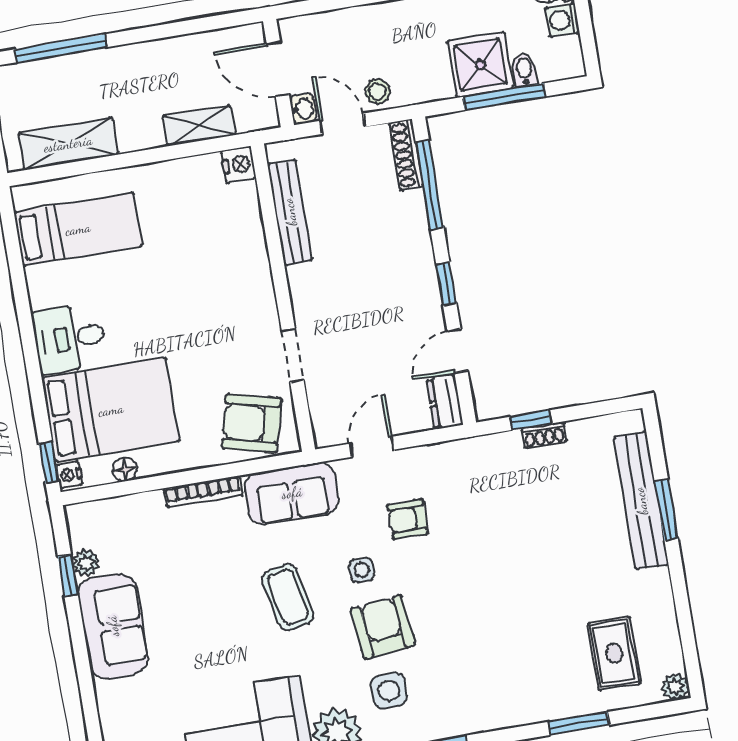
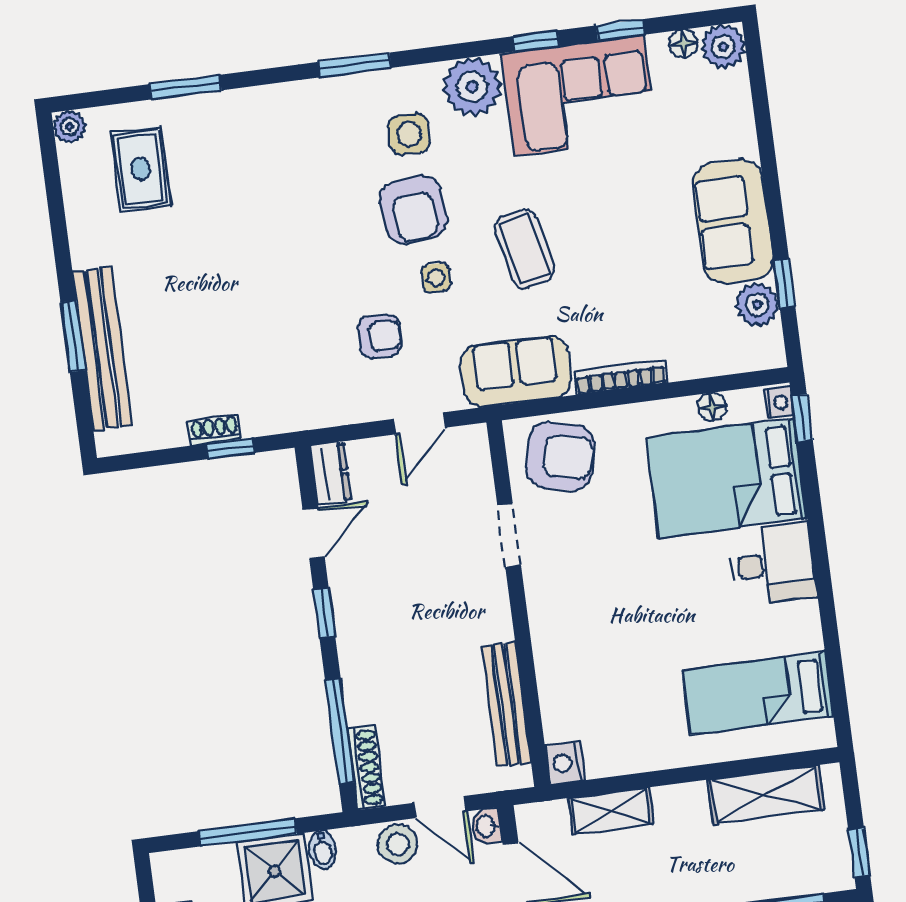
bidet: (524, 70) -> (323, 850), moved
stool: (377, 91) -> (398, 844), width x1.37, depth x1.37
plant: (86, 563) -> (757, 304), width x1.38, depth x1.38

